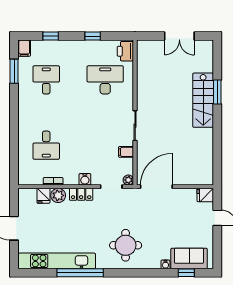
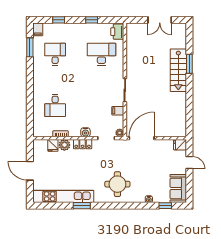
sofa: (189, 258) -> (178, 188), moved, turned -90
window: (80, 273) -> (82, 206), width x0.47

